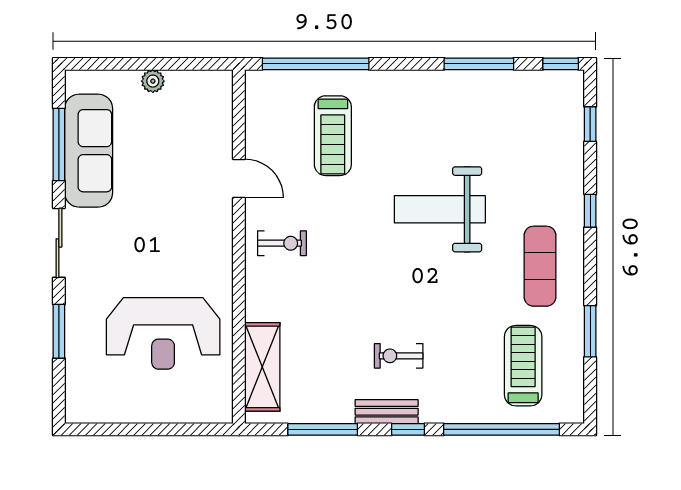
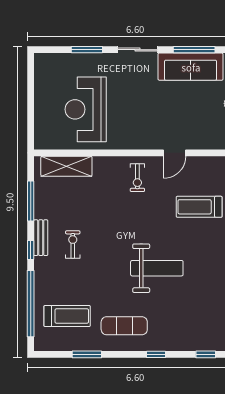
weight bench: (440, 209) -> (157, 268), turned 90

